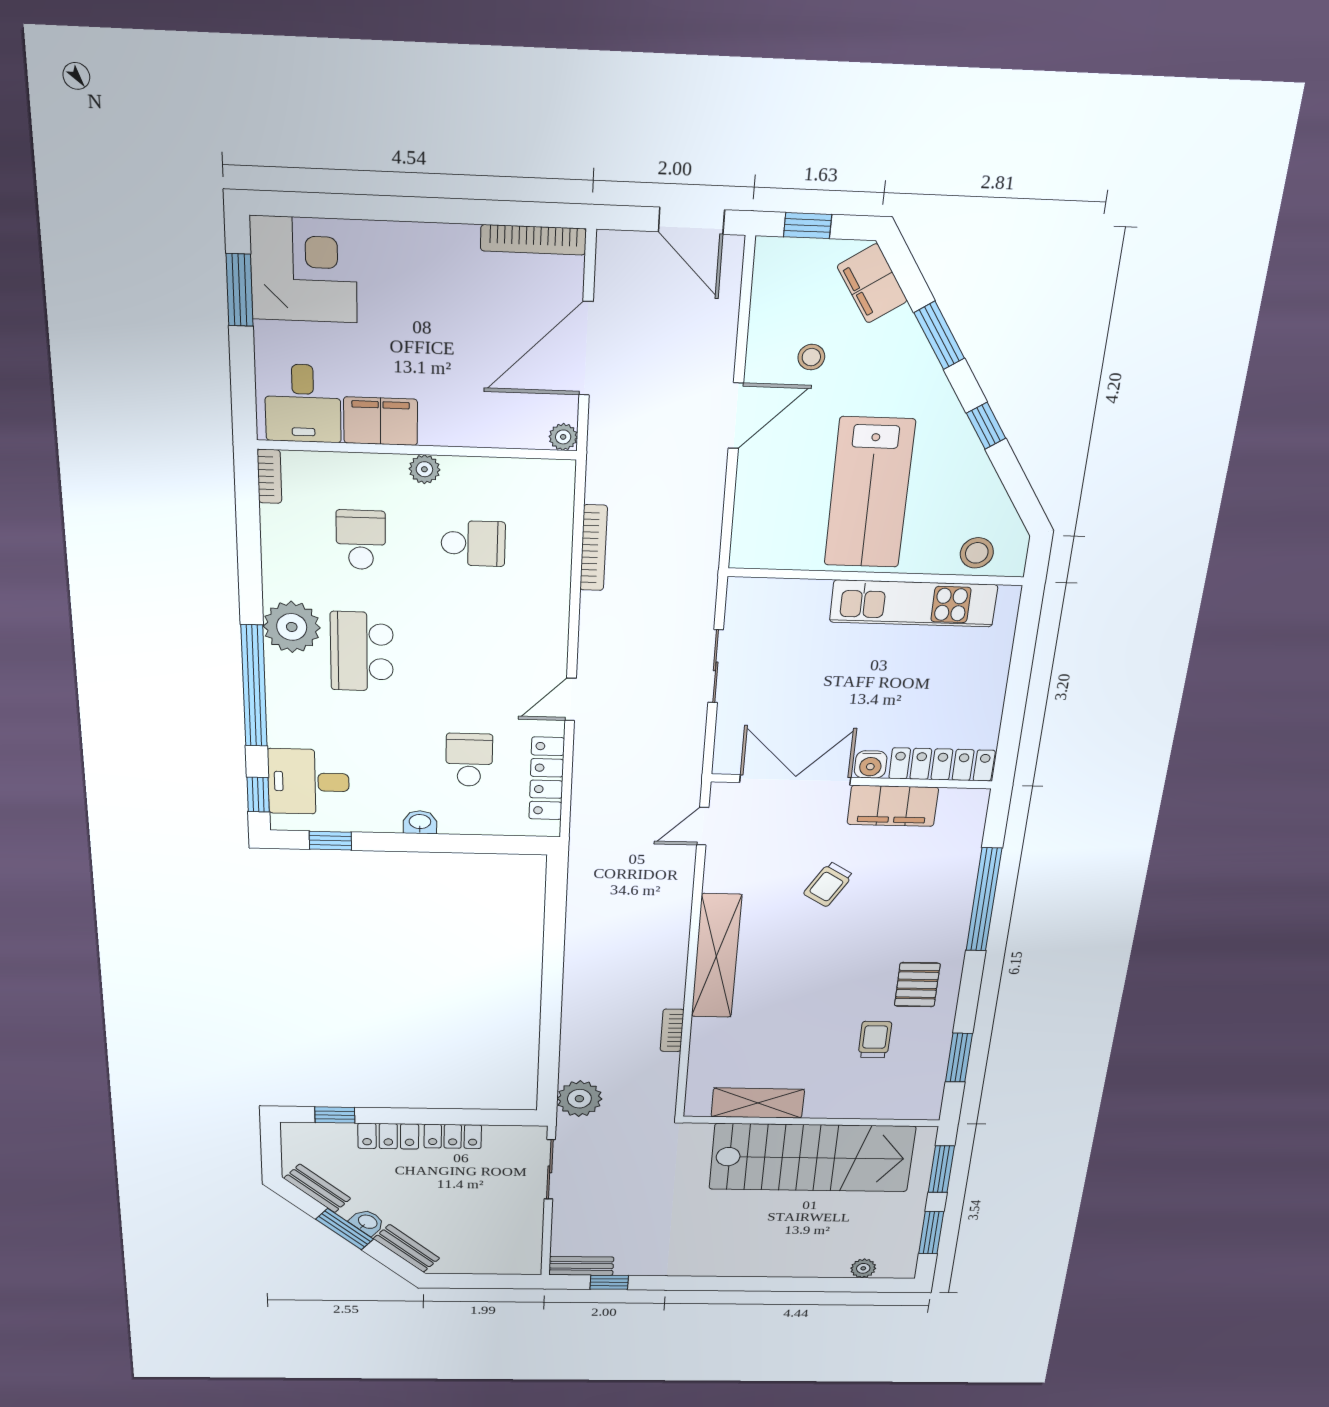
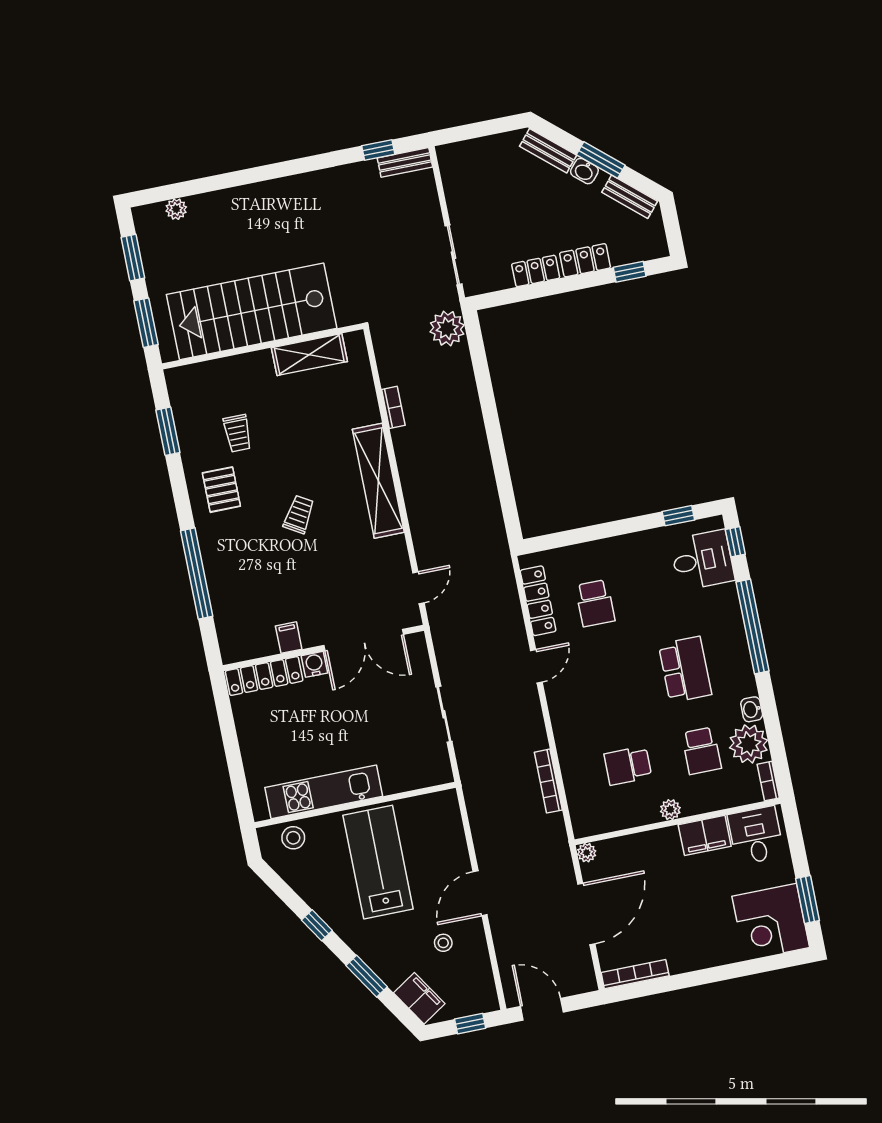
plant: (292, 627) -> (749, 744), moved
filing cabinet: (893, 806) -> (289, 638), width x0.33, depth x0.86
washbasin: (420, 822) -> (752, 709), moved, turned 90
trolley: (828, 884) -> (299, 514), moved

